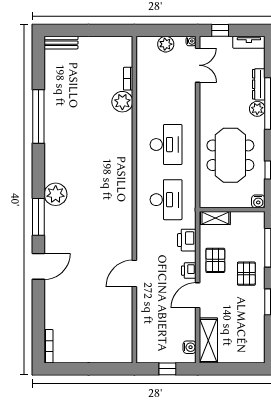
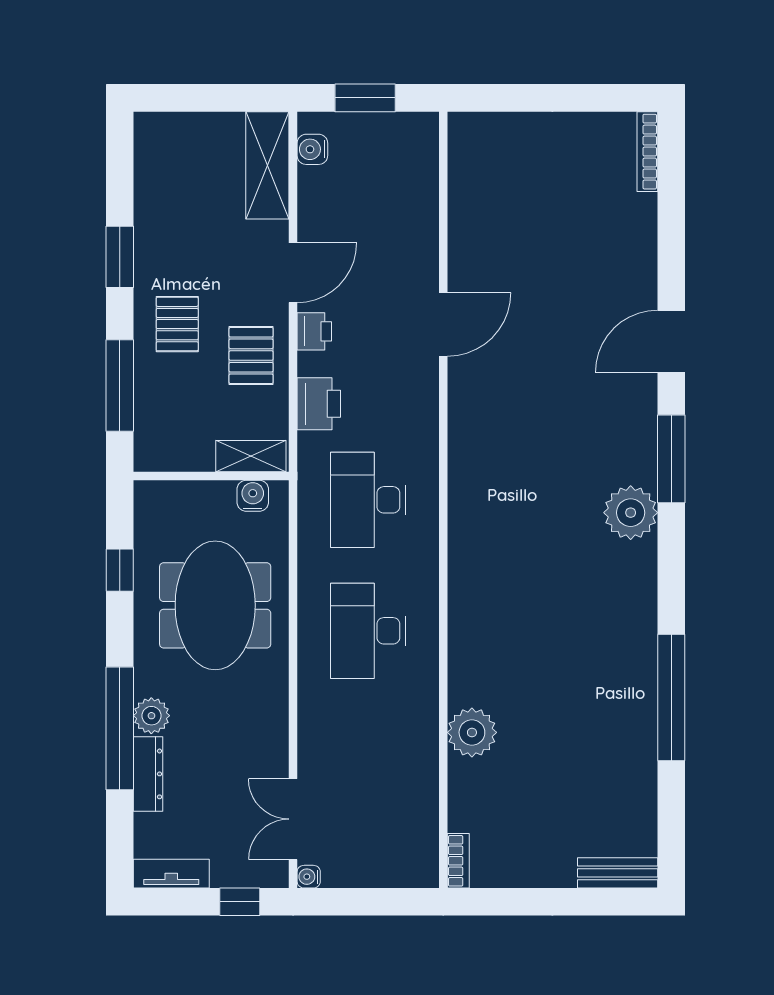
plant: (166, 44) -> (369, 869), removed
bookcase: (128, 79) -> (458, 861), moved
water cooler: (258, 201) -> (253, 496), moved
window: (167, 369) -> (365, 98), width x1.50

